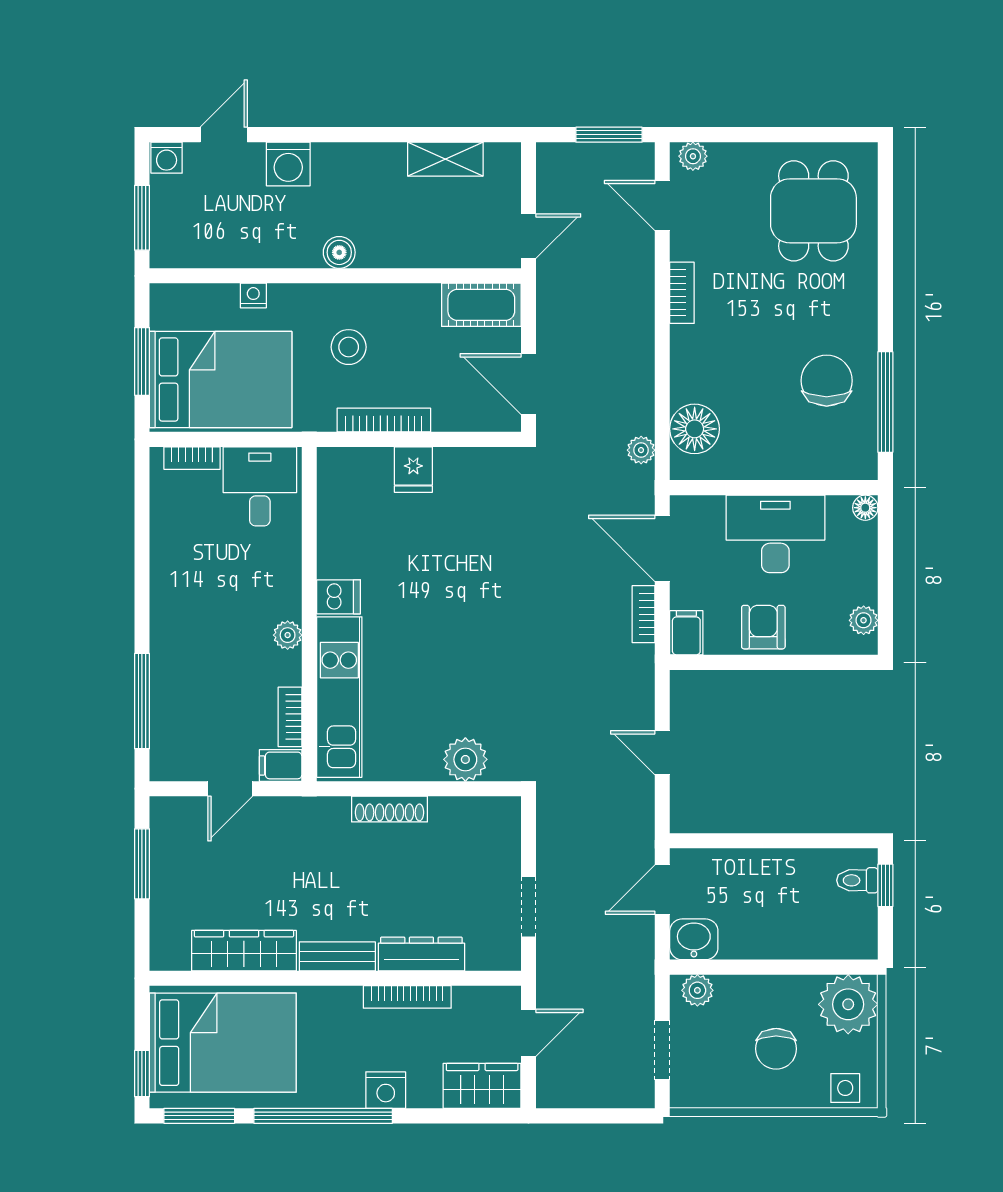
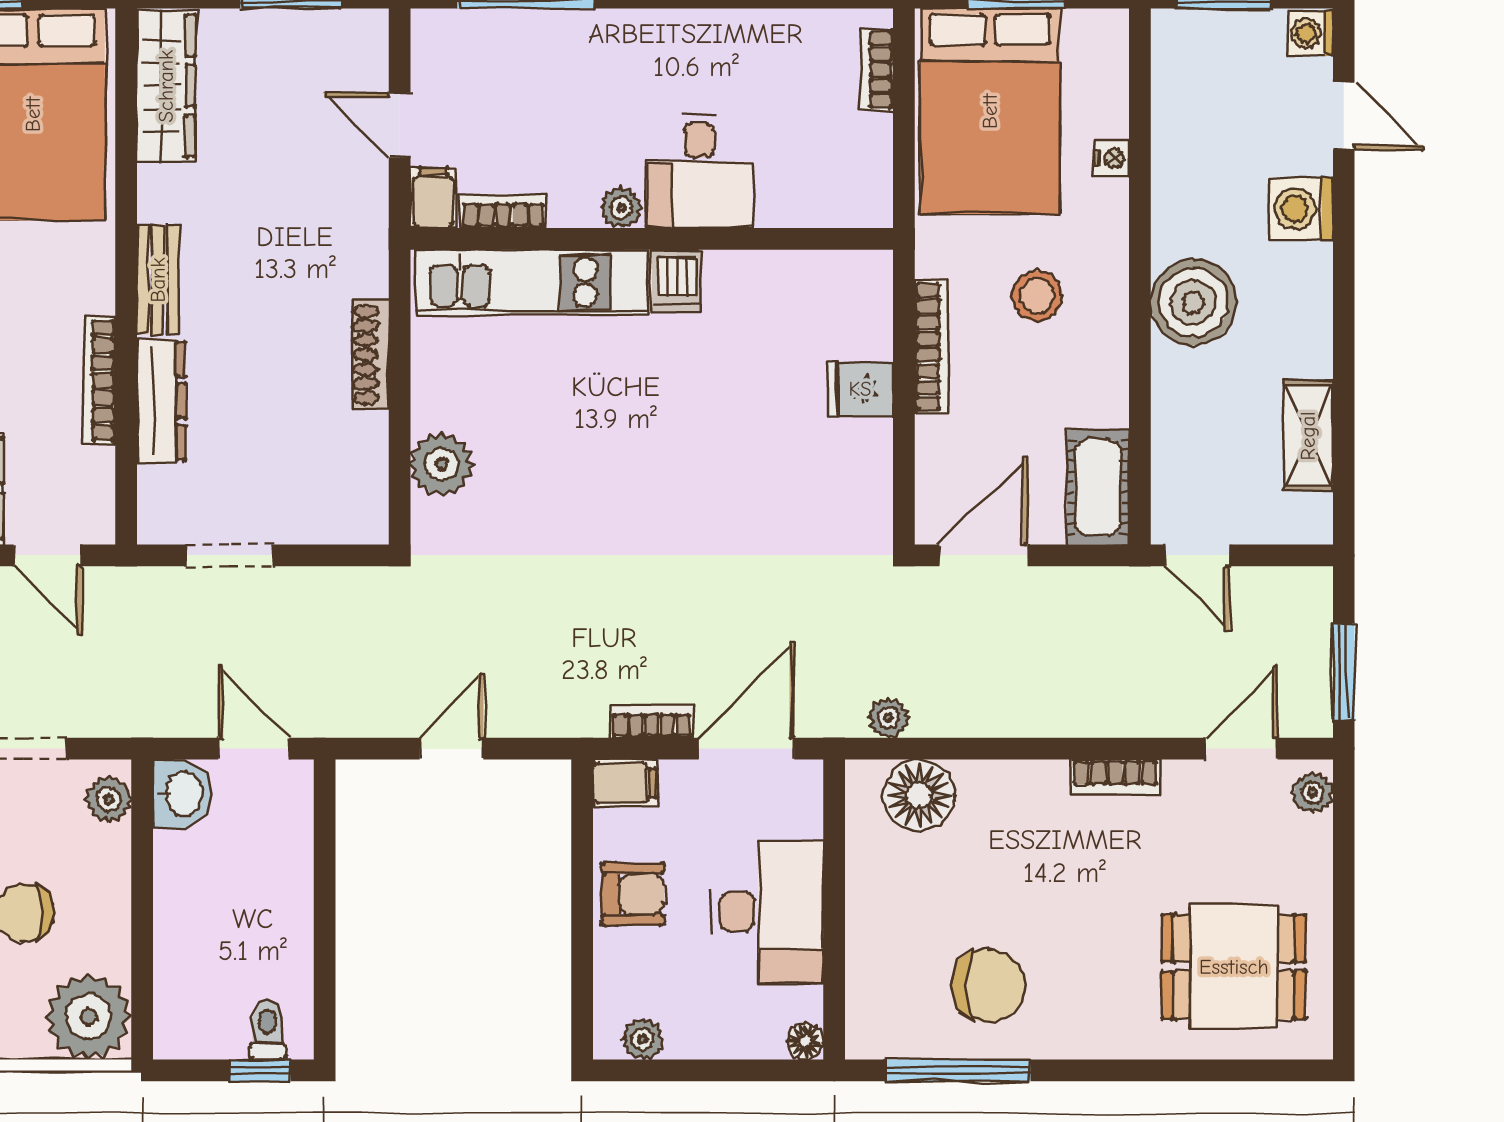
boiler: (339, 252) -> (1193, 302), width x1.86, depth x1.86
desk: (260, 486) -> (699, 171), moved, turned 90
wardrobe: (244, 951) -> (166, 86), moved

